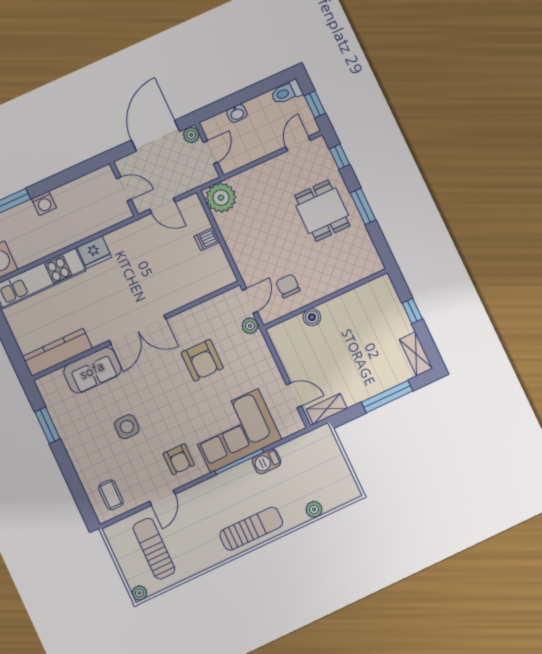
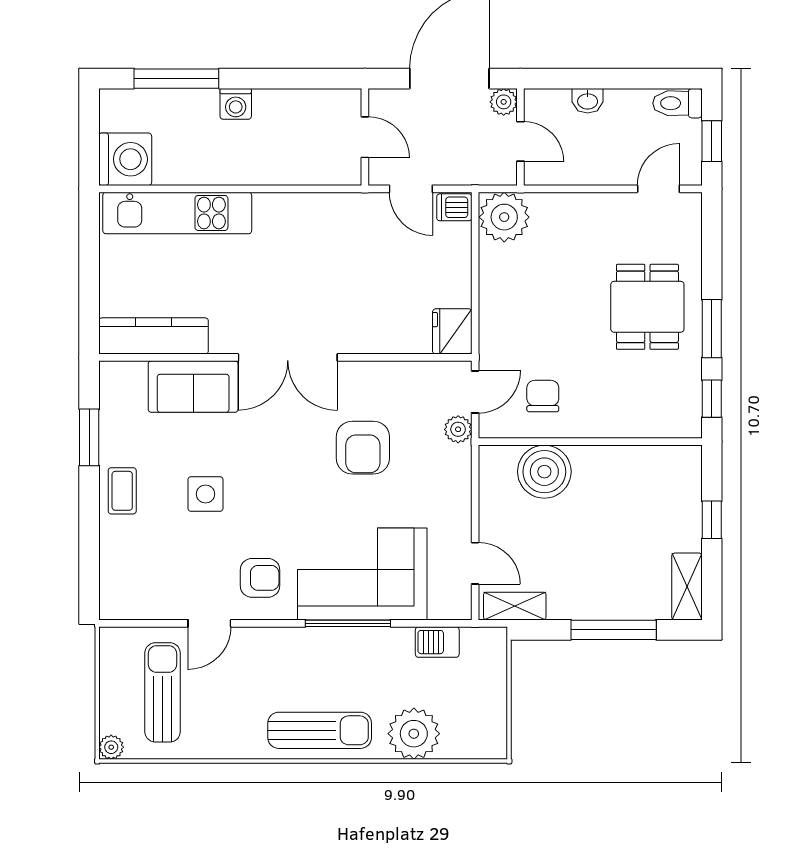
door: (211, 152) -> (520, 141), hinge flipped
window: (339, 157) -> (712, 399), moved
dishwasher: (207, 239) -> (454, 207), moved
fridge: (94, 252) -> (452, 331), moved, turned 90
boiler: (312, 317) -> (544, 472), width x1.86, depth x1.86
armchair: (179, 459) -> (260, 578), turned -90
barbecue: (267, 461) -> (437, 642), moved
coffee table: (111, 495) -> (122, 491), moved
plant: (314, 509) -> (414, 734), width x1.88, depth x1.88

